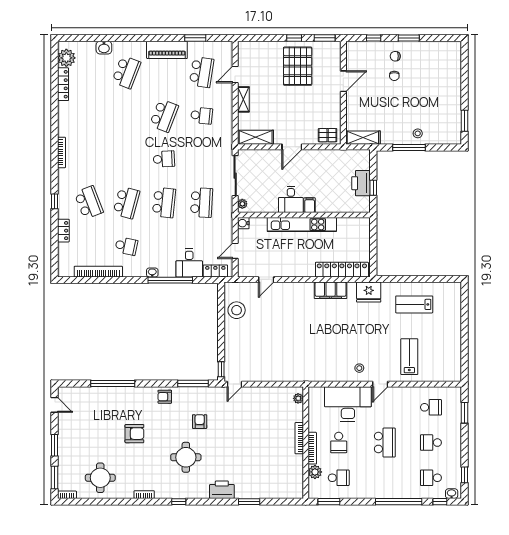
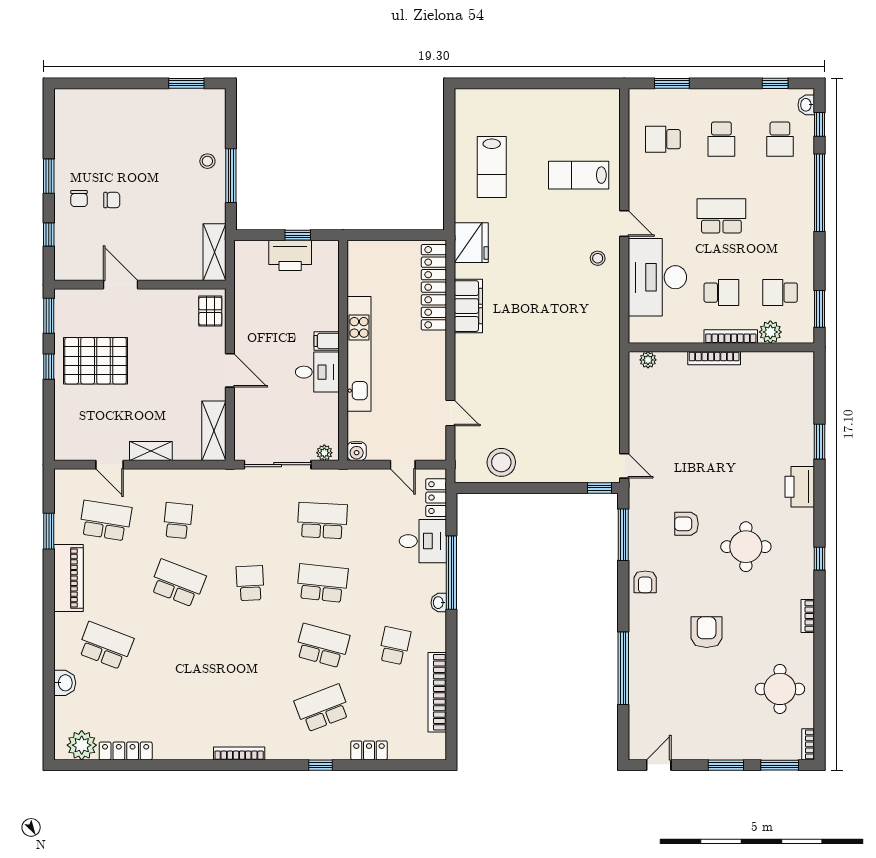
school desk: (431, 407) -> (663, 139), turned -90
school desk: (339, 478) -> (780, 293), turned -90

